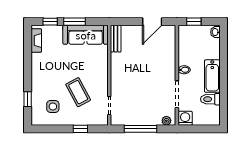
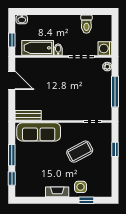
sofa: (86, 35) -> (39, 132), moved, turned 90
fireplace: (36, 40) -> (57, 192), moved
bathtub: (212, 76) -> (38, 48), moved, turned 180
side table: (53, 106) -> (81, 187), moved

